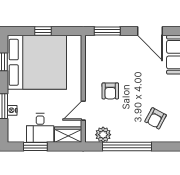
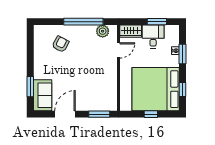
door: (150, 31) -> (65, 114), hinge flipped
armchair: (110, 91) -> (97, 66), removed

